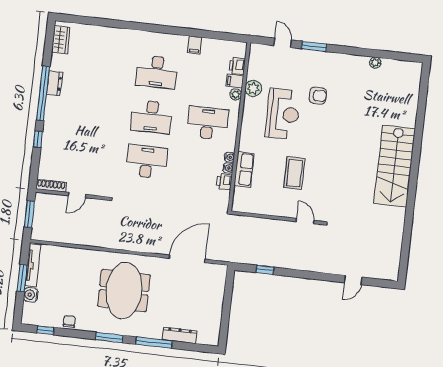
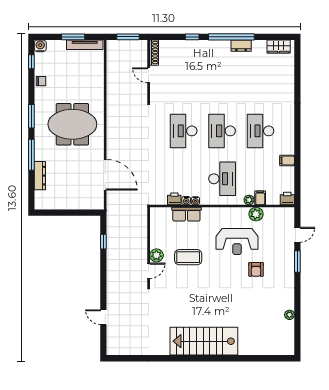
printer: (237, 66) -> (287, 198), moved
desk: (146, 162) -> (184, 131), turned 180
plant: (288, 210) -> (156, 255), added
water cooler: (31, 295) -> (40, 46), moved

